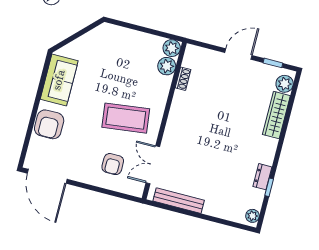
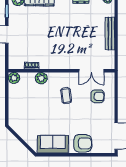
plant: (167, 66) -> (41, 78), moved
coffee table: (126, 118) -> (66, 96), width x0.54, depth x0.58
bench: (179, 201) -> (110, 34), moved

